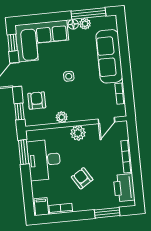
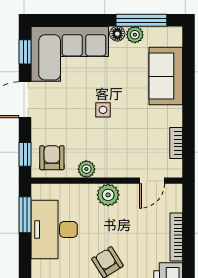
sofa: (109, 56) -> (166, 76), width x0.73
armchair: (37, 101) -> (52, 158), moved

